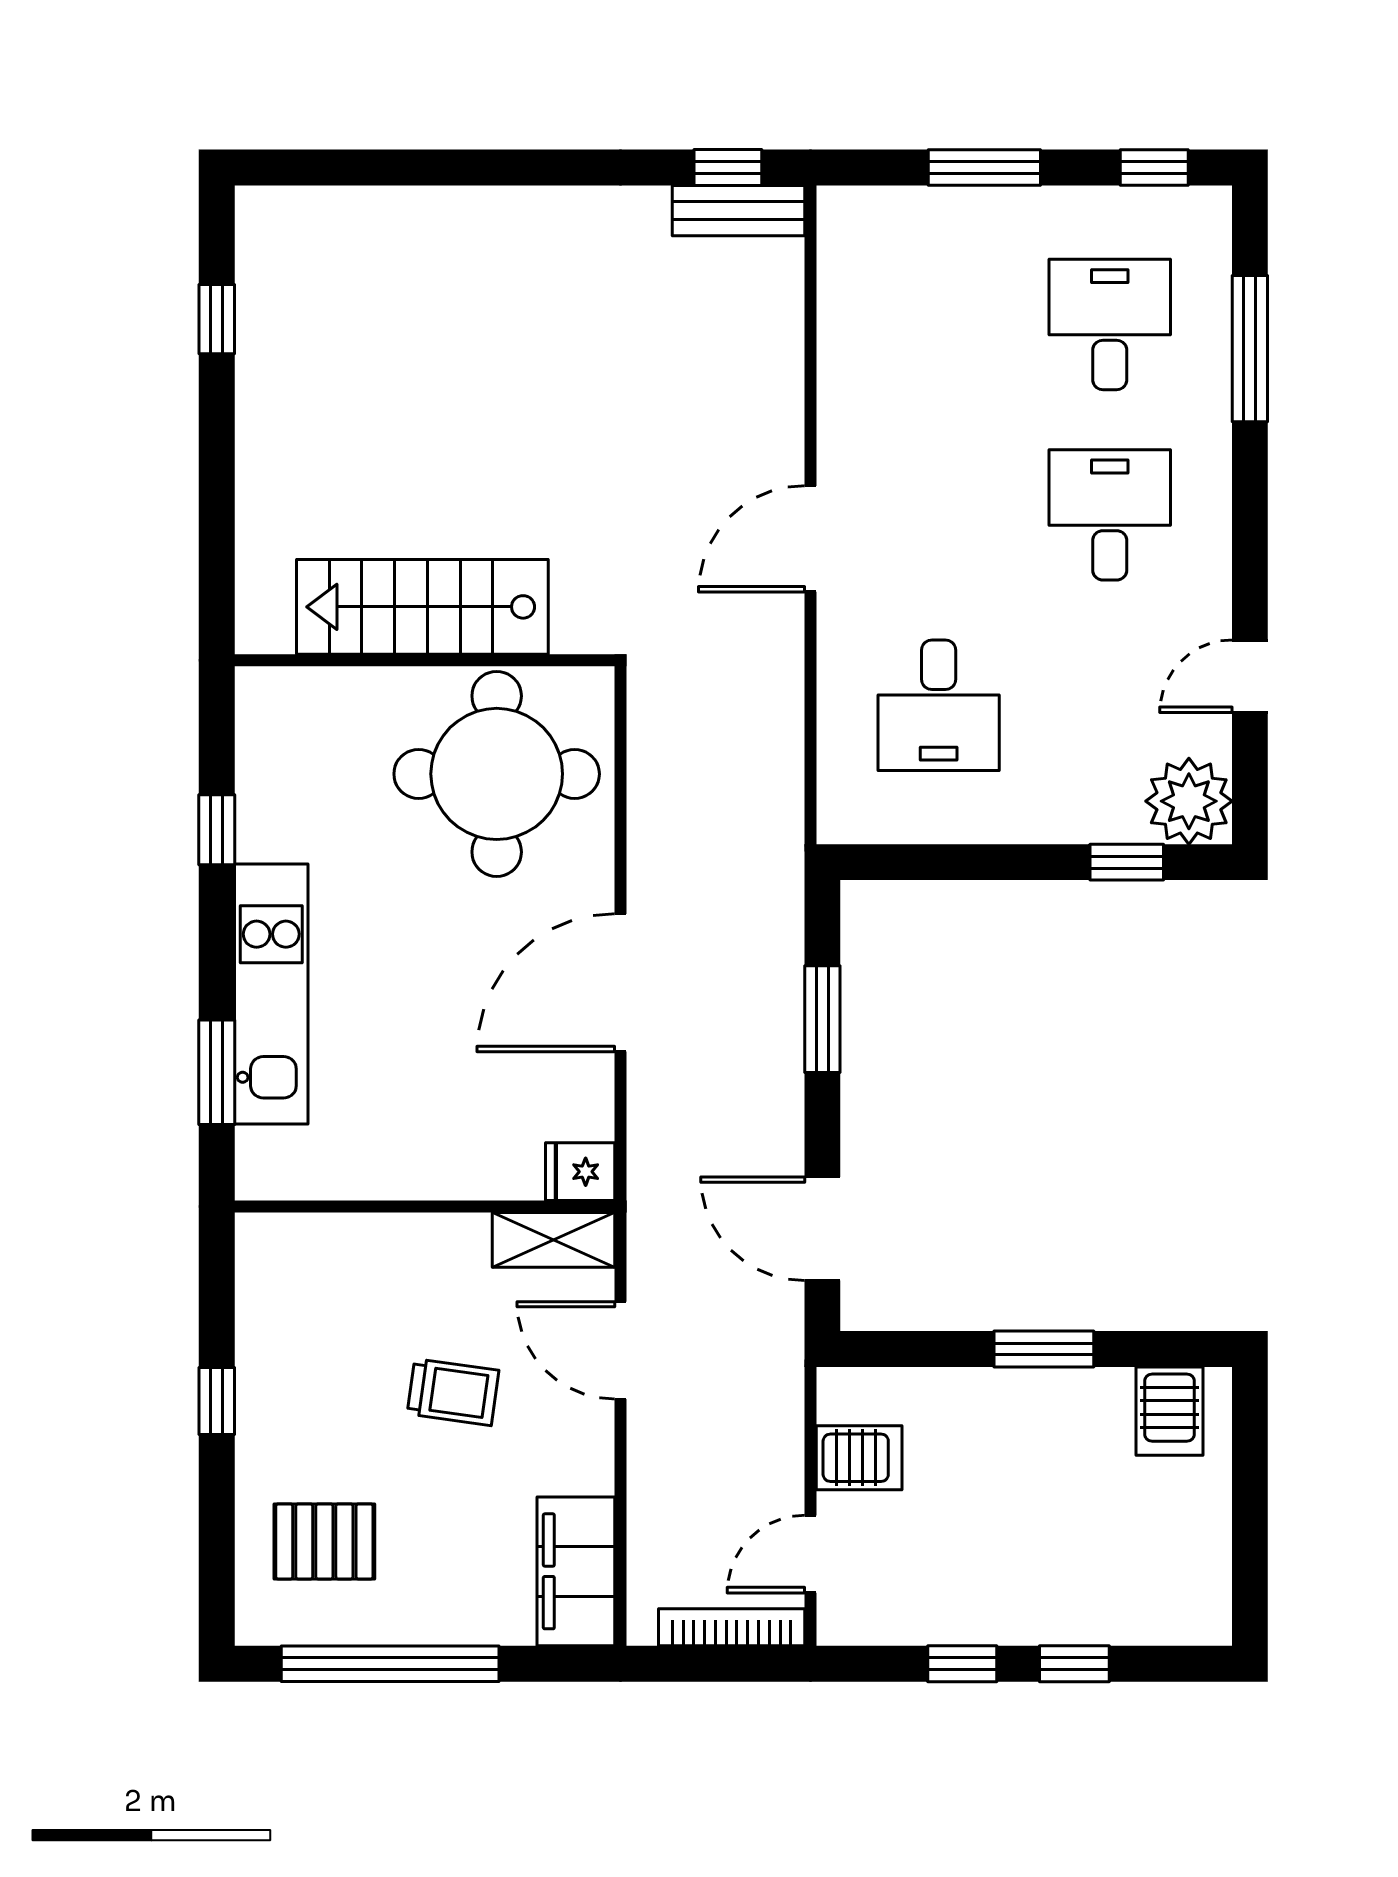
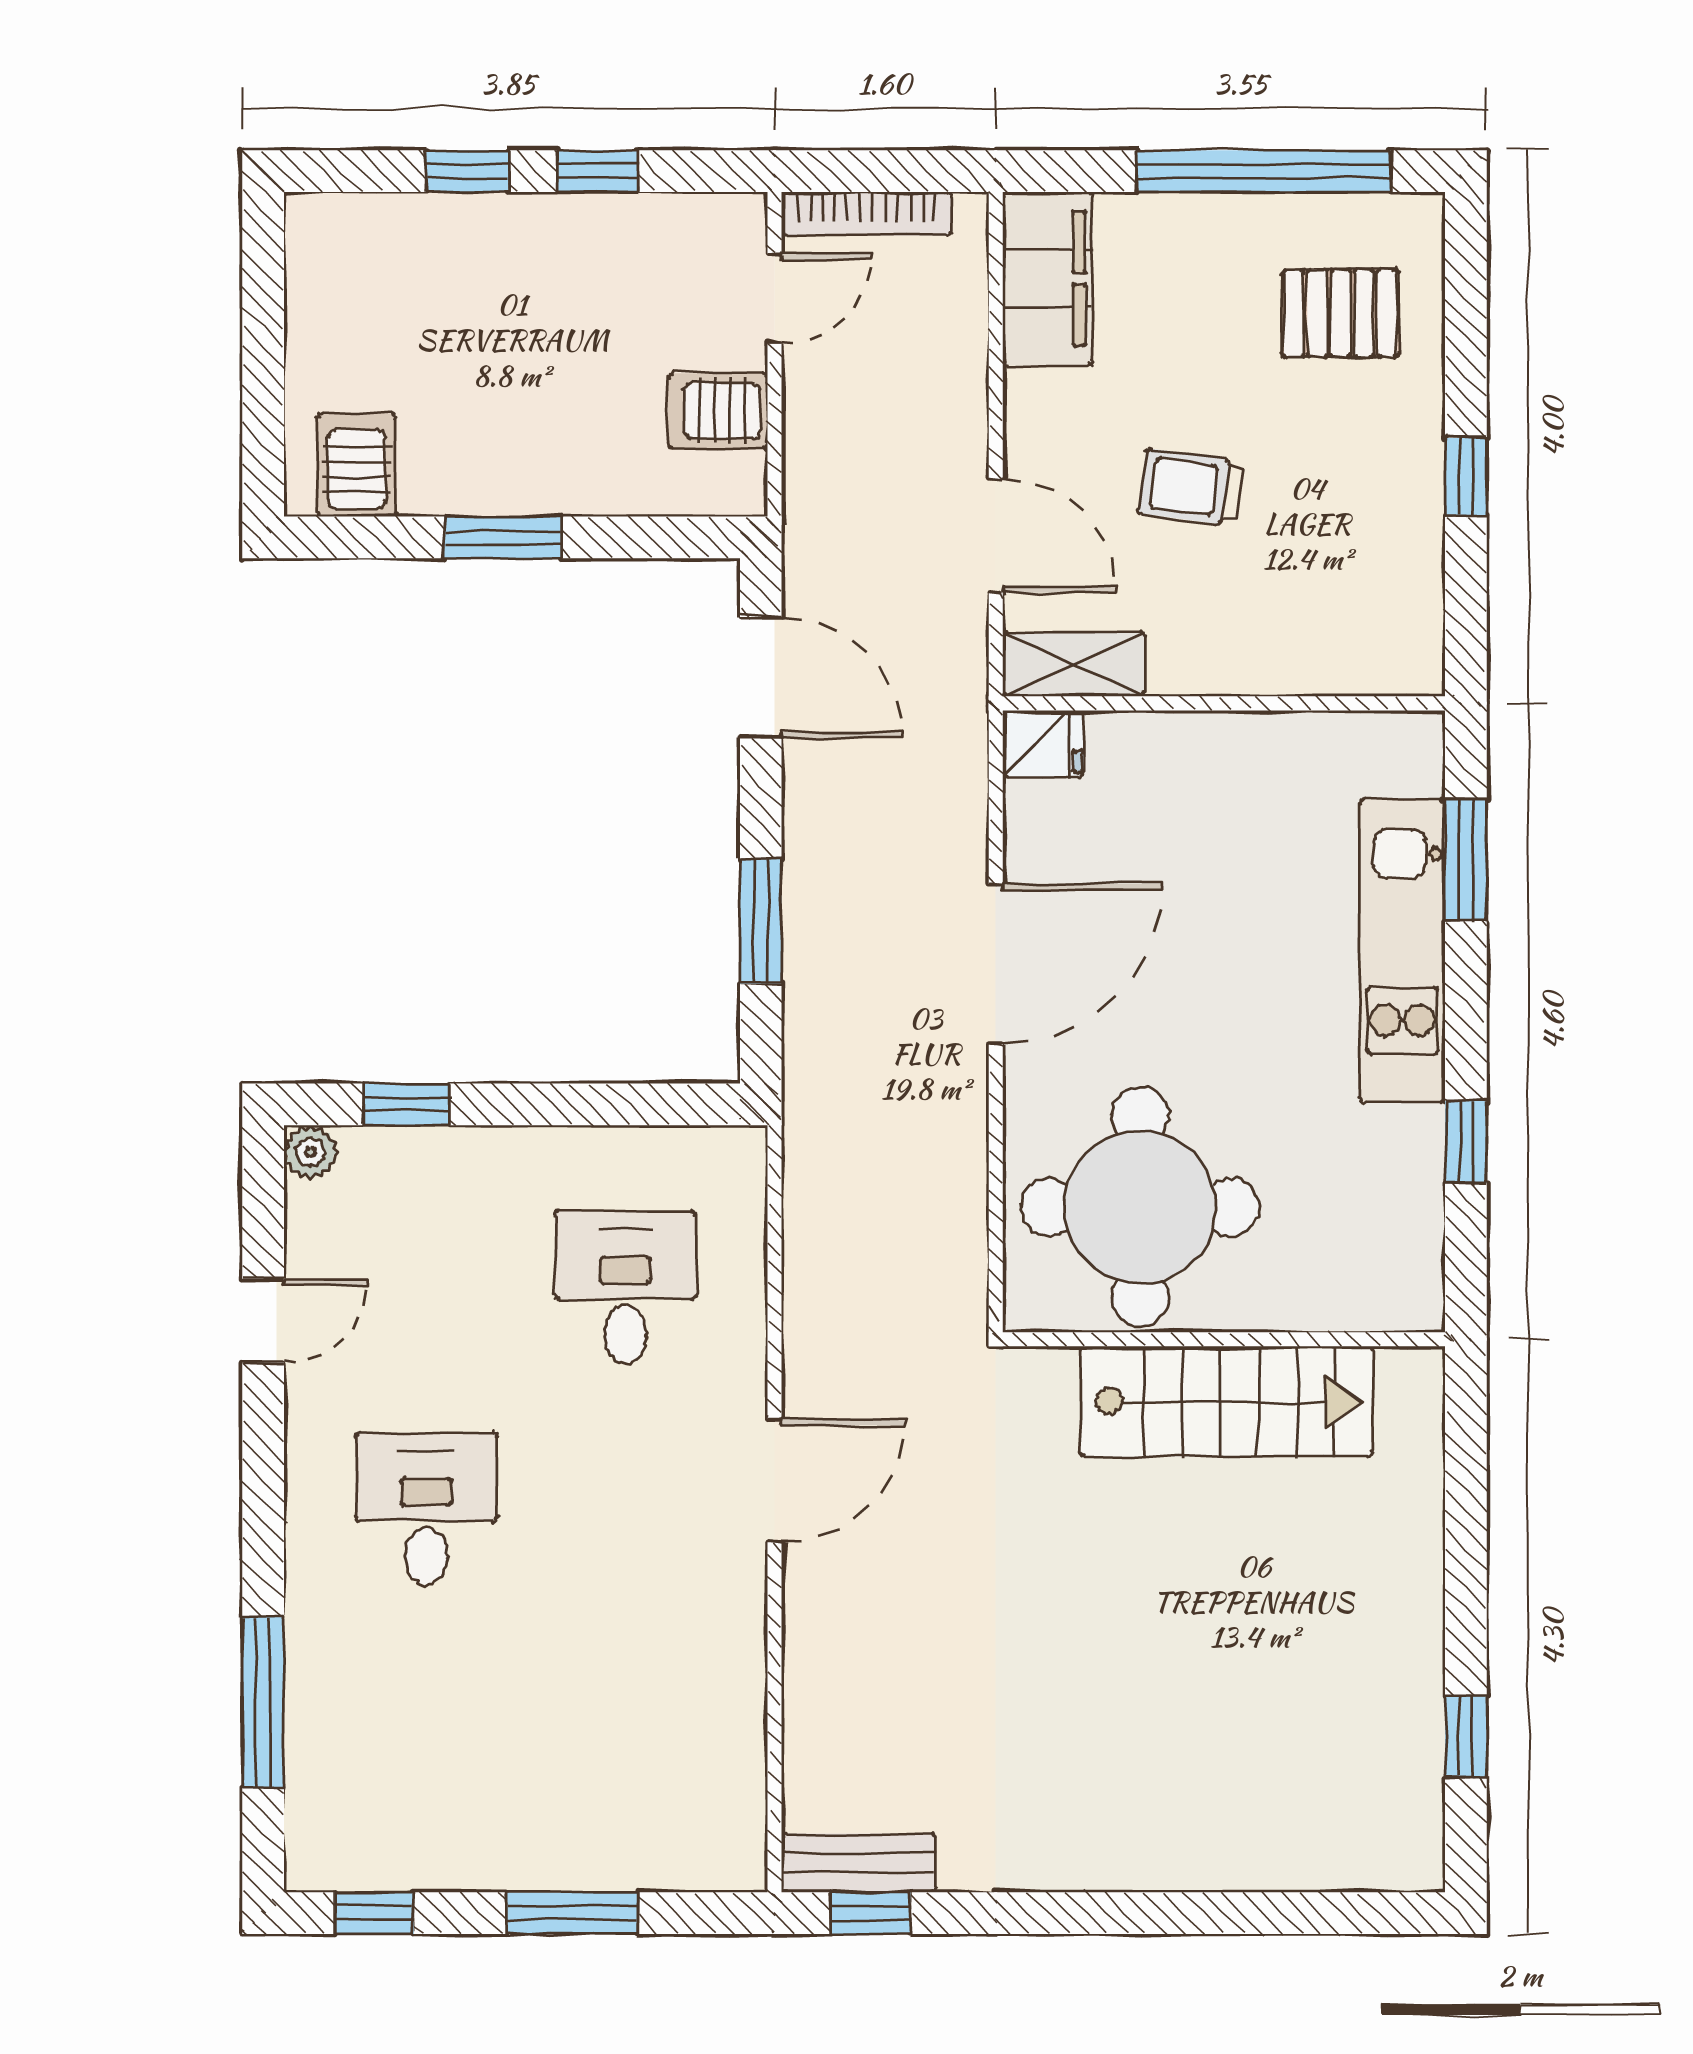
desk: (1110, 324) -> (426, 1730), removed
desk: (1110, 515) -> (426, 1509), turned 180
plant: (1189, 801) -> (311, 1152), width x0.53, depth x0.53

